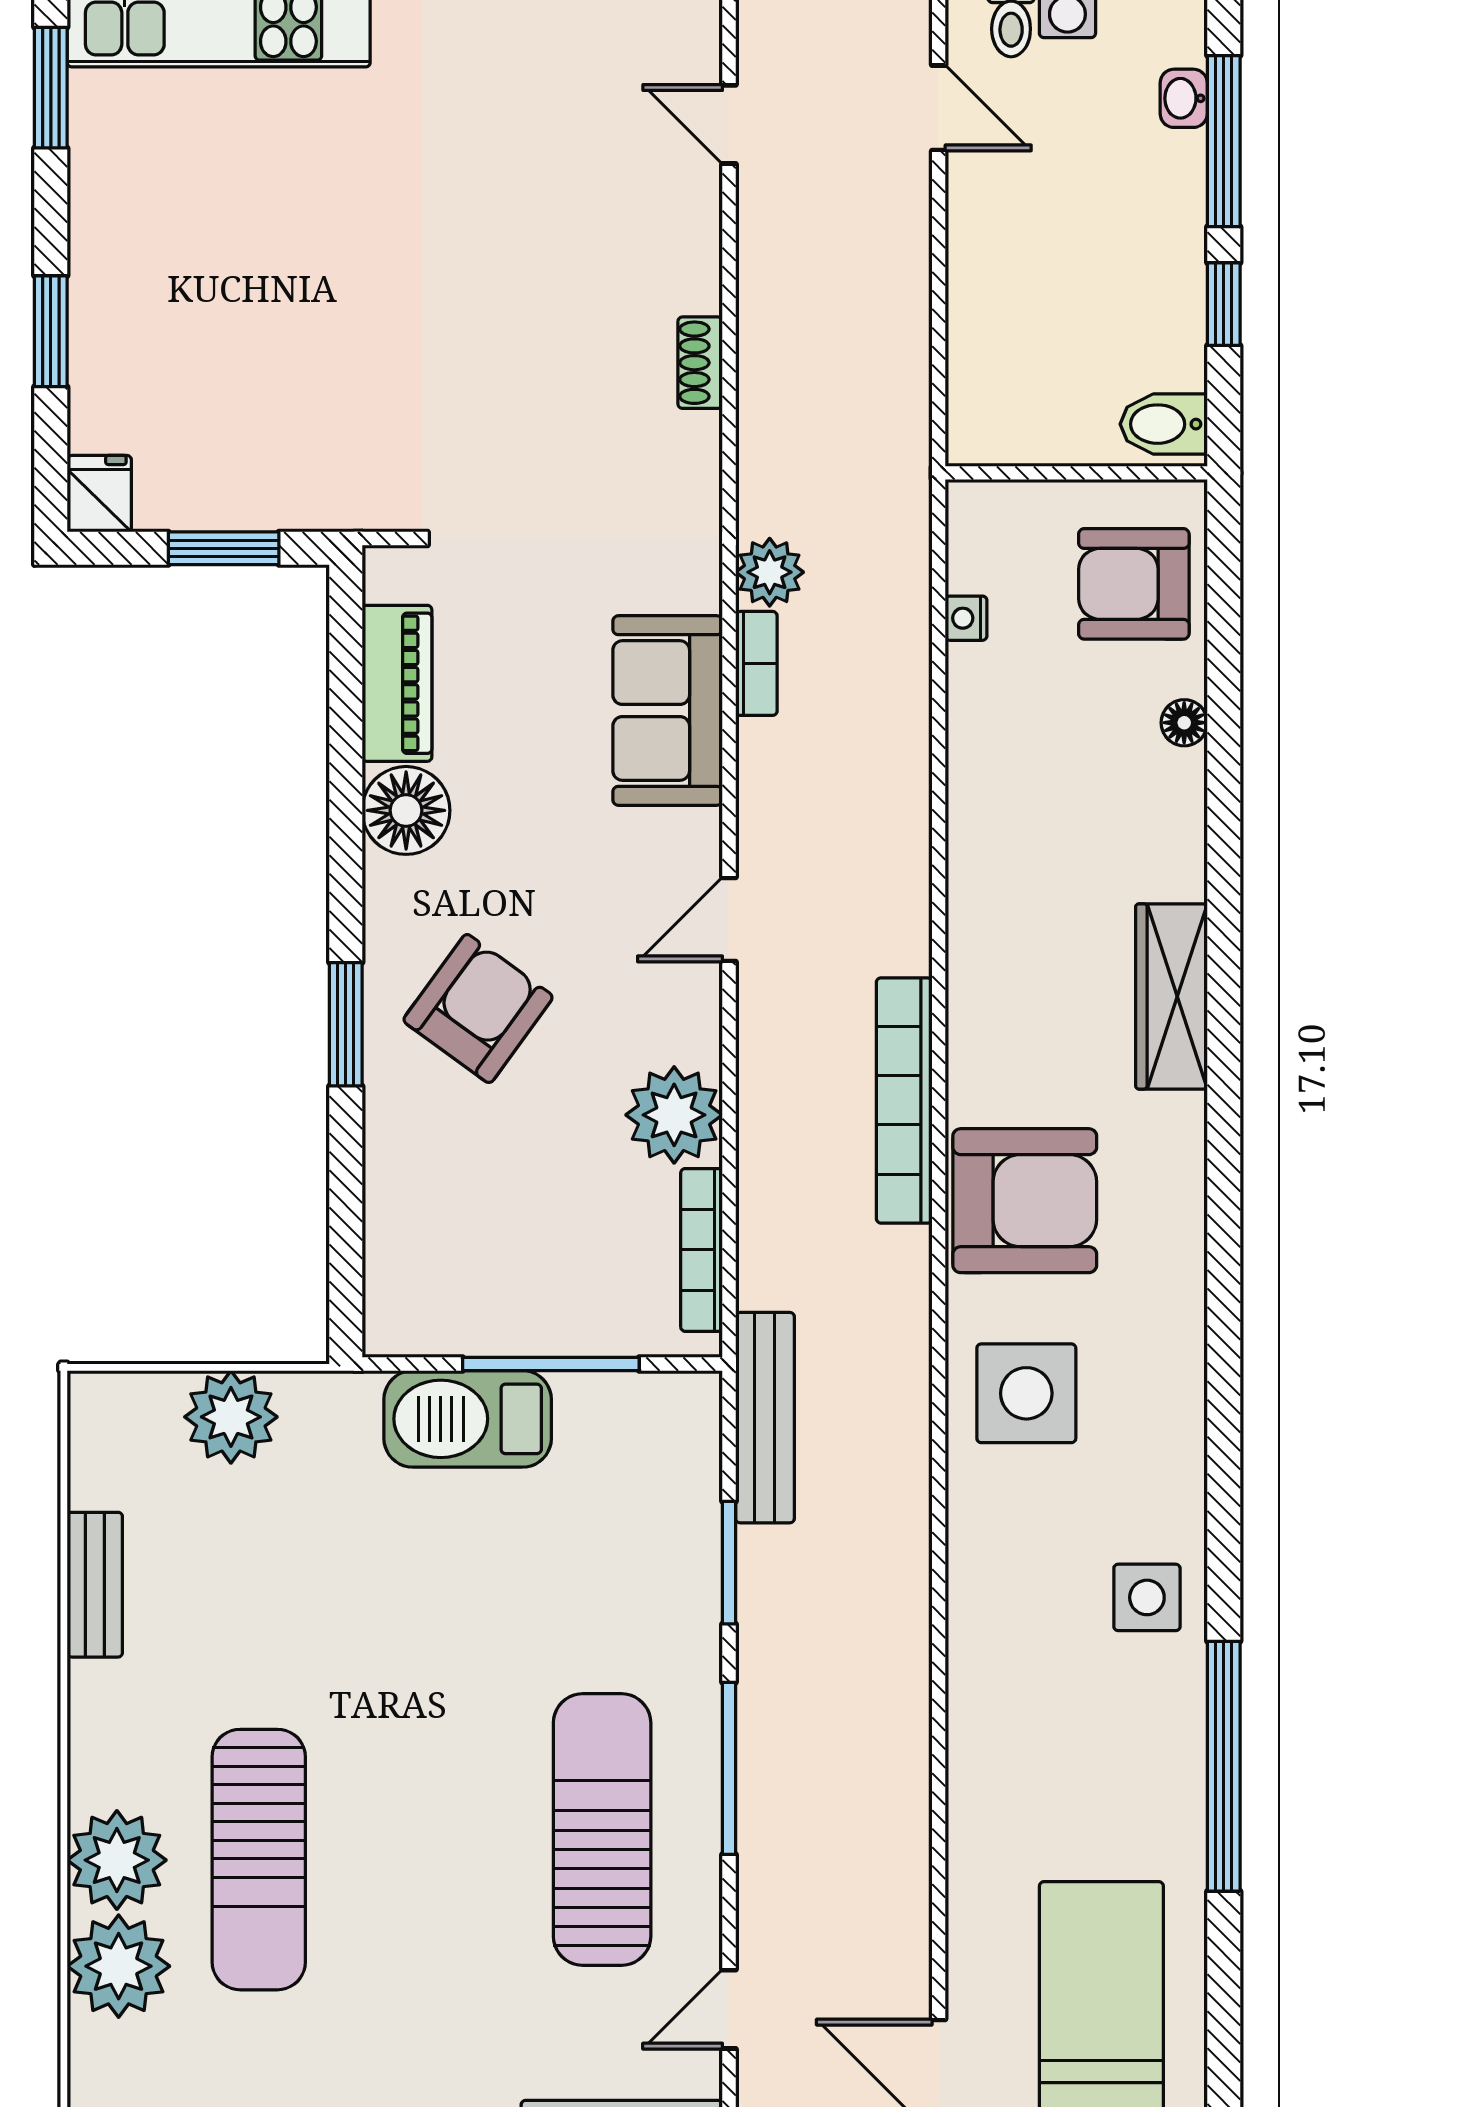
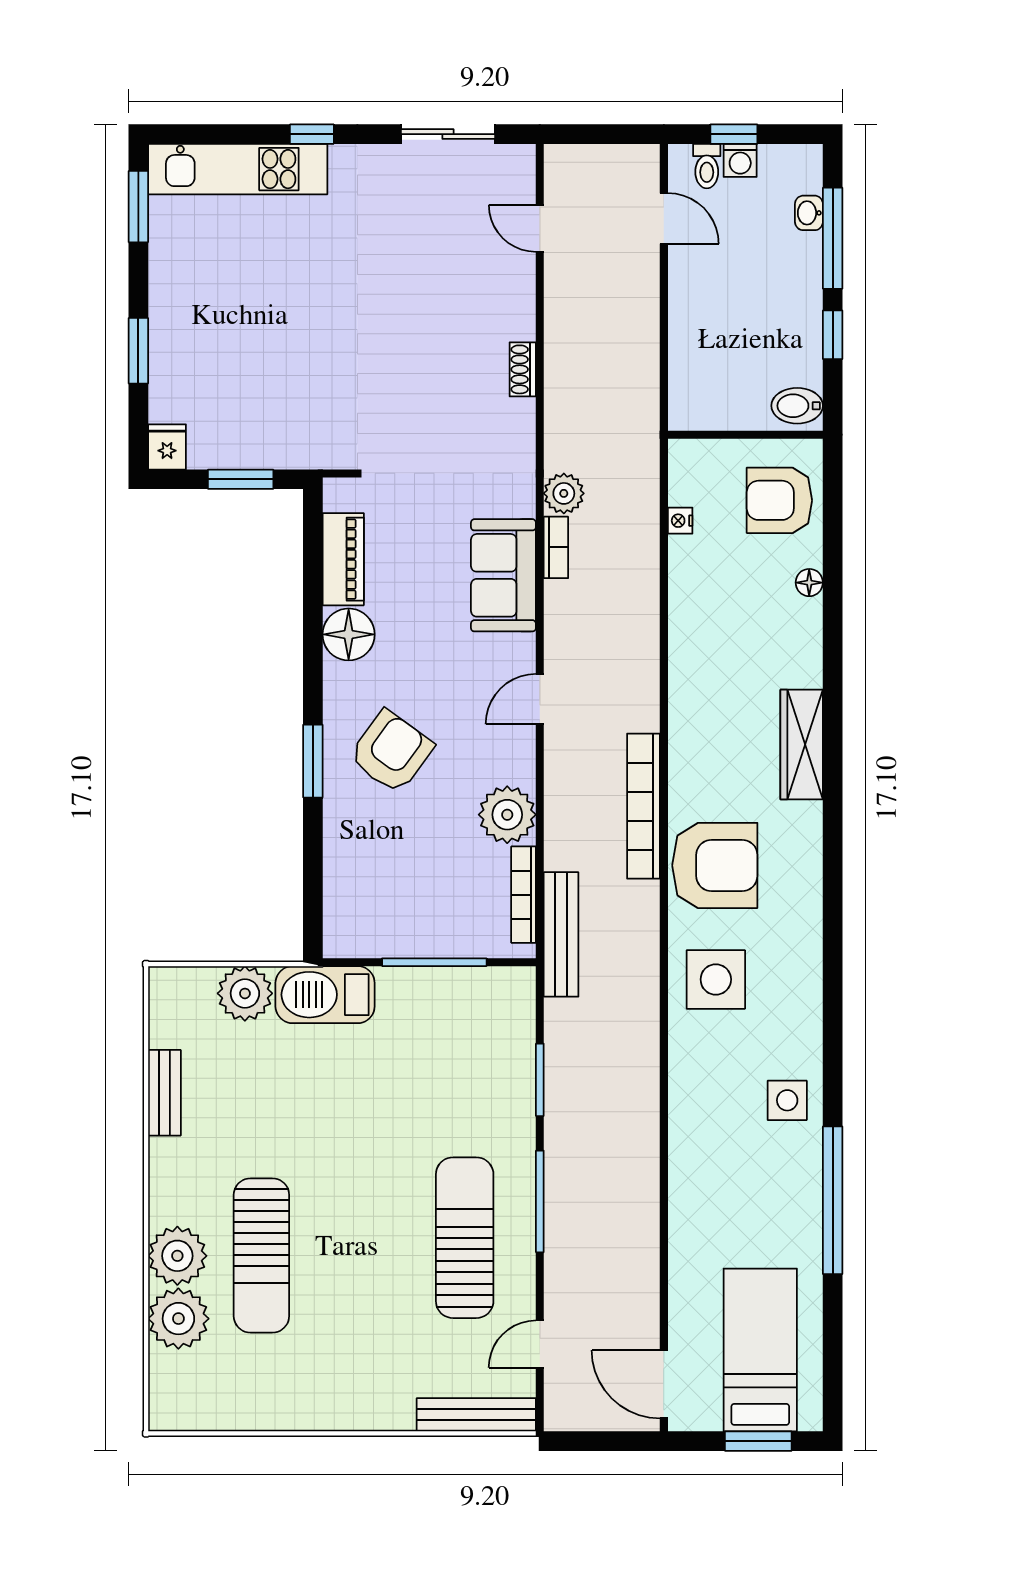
bench: (765, 1418) -> (561, 934), moved
barbecue: (468, 1419) -> (325, 995), moved

